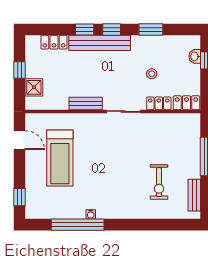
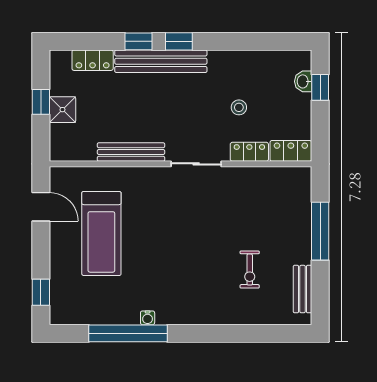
window: (151, 30) -> (238, 41), removed
shower: (34, 87) -> (62, 110), moved
bench: (86, 104) -> (131, 152), width x1.36
exercise bike: (159, 182) -> (250, 270), width x0.73, depth x0.72

